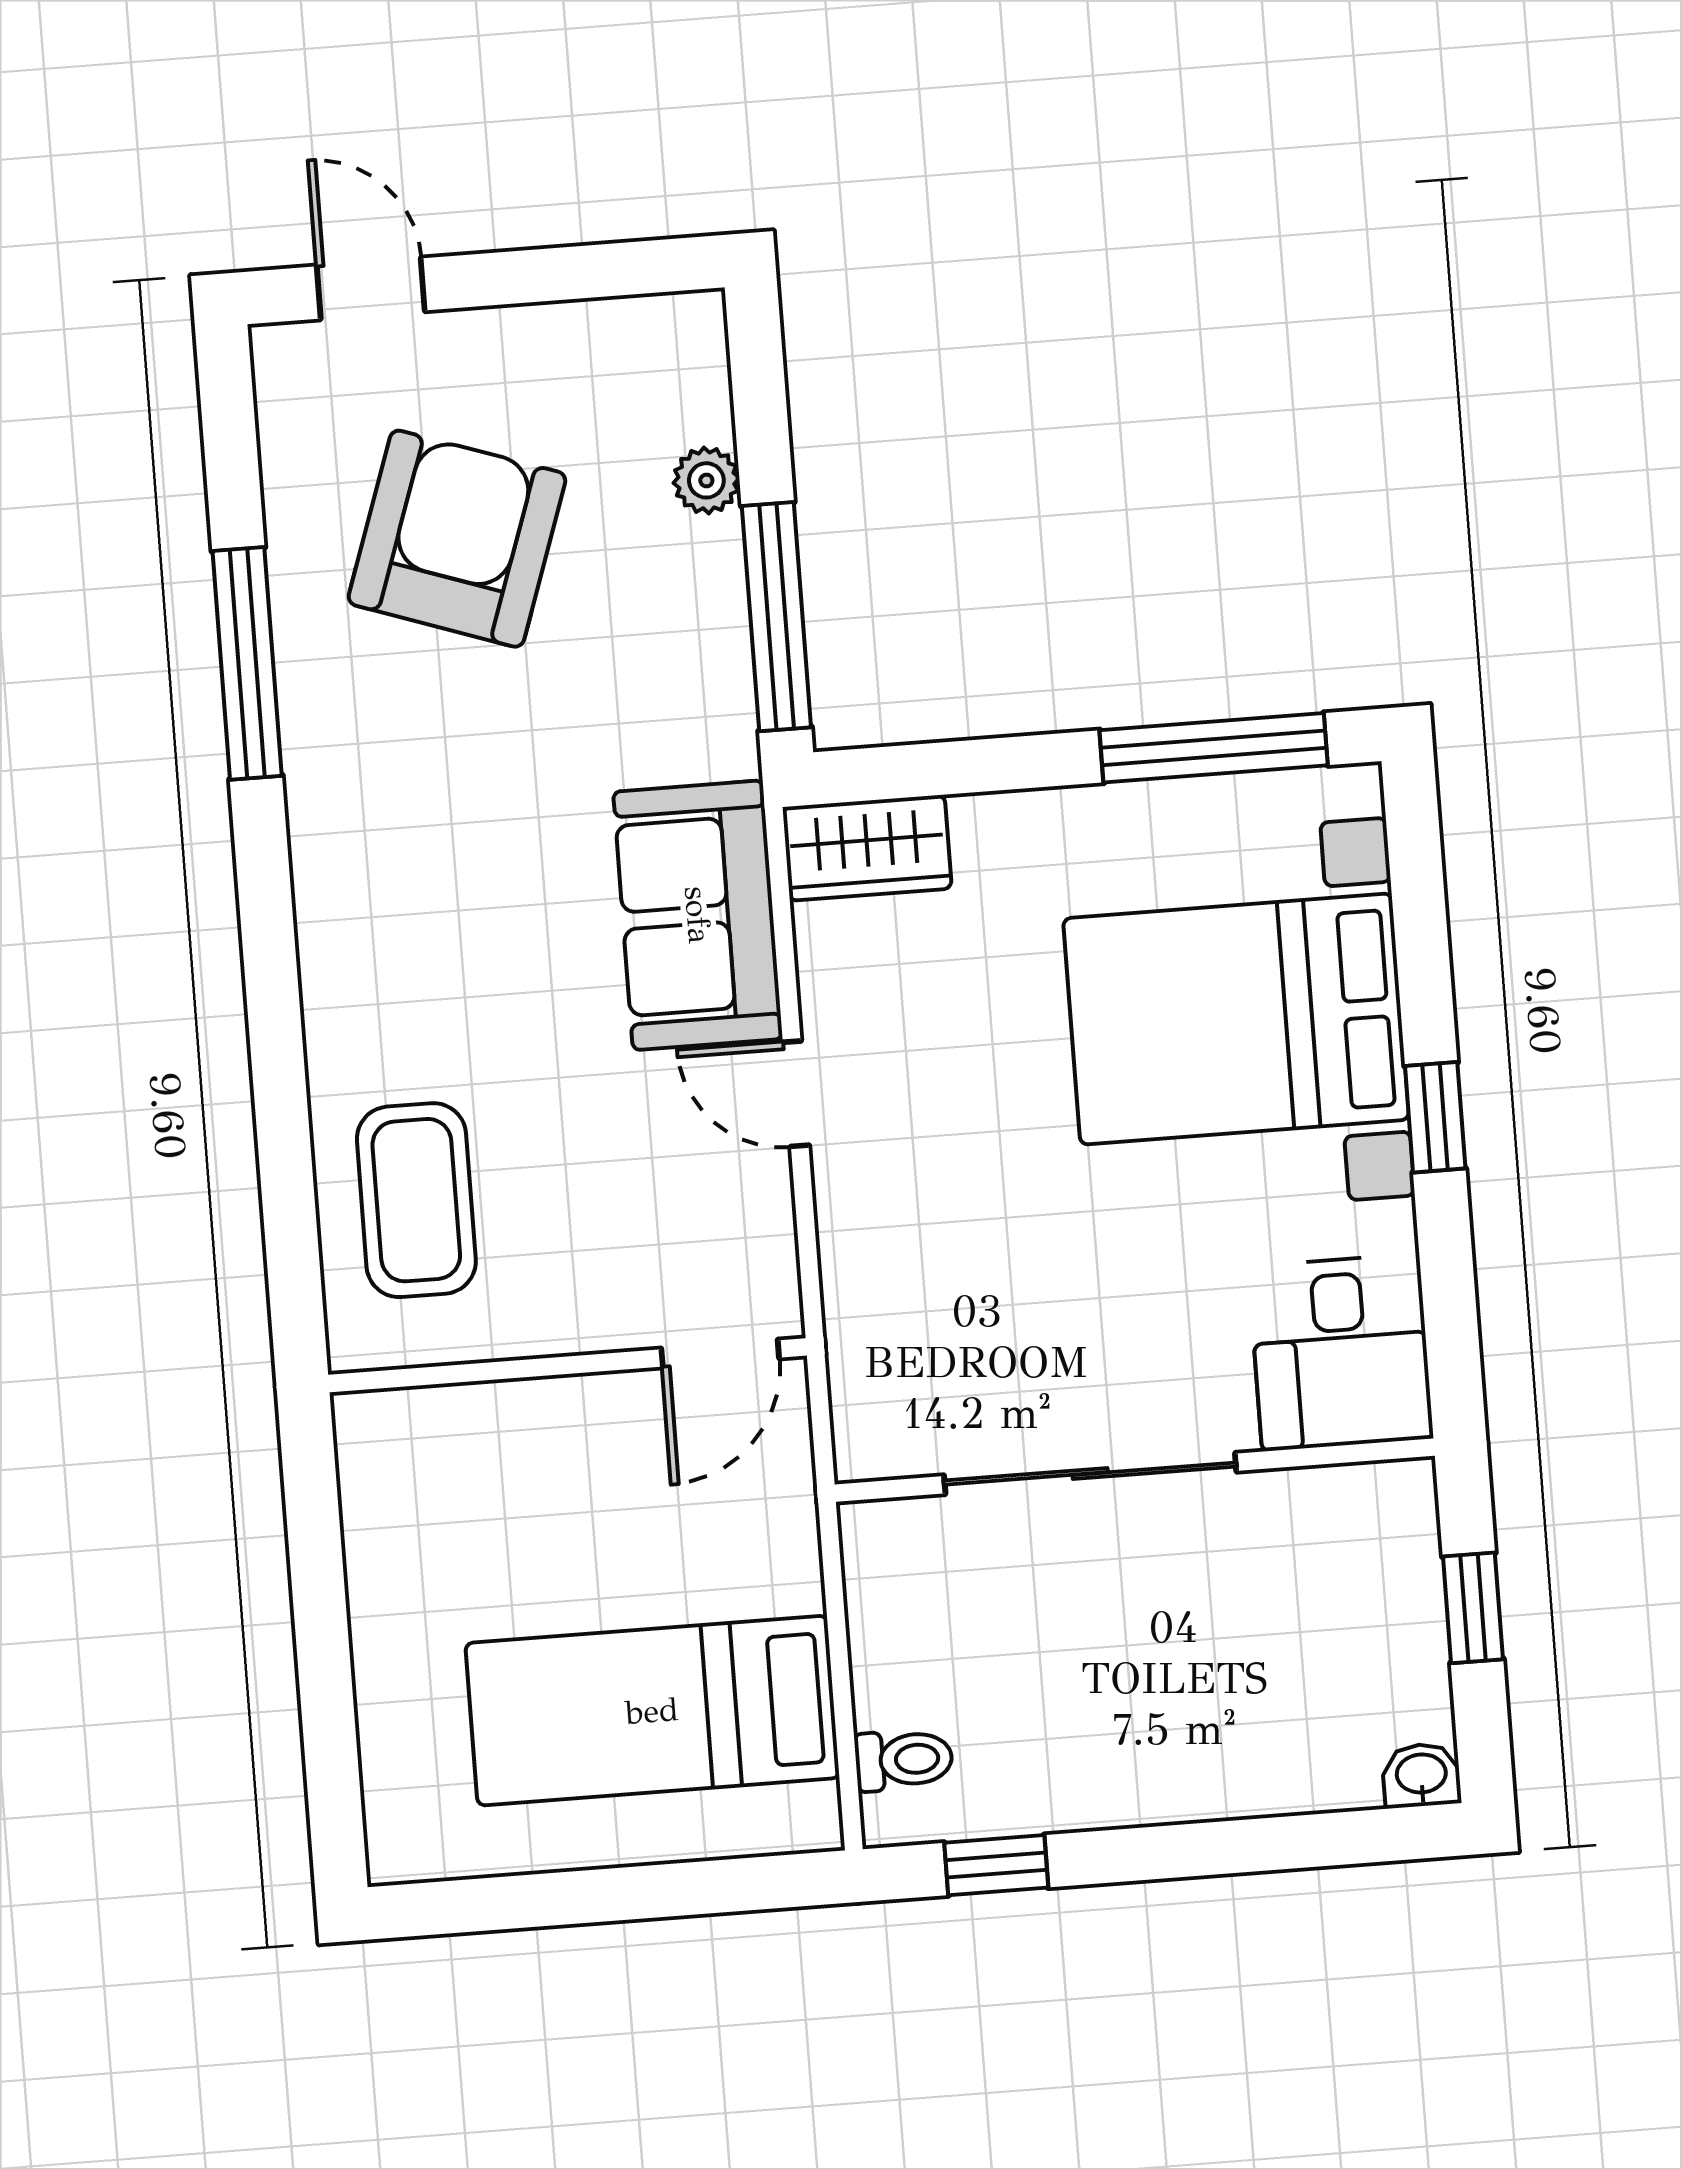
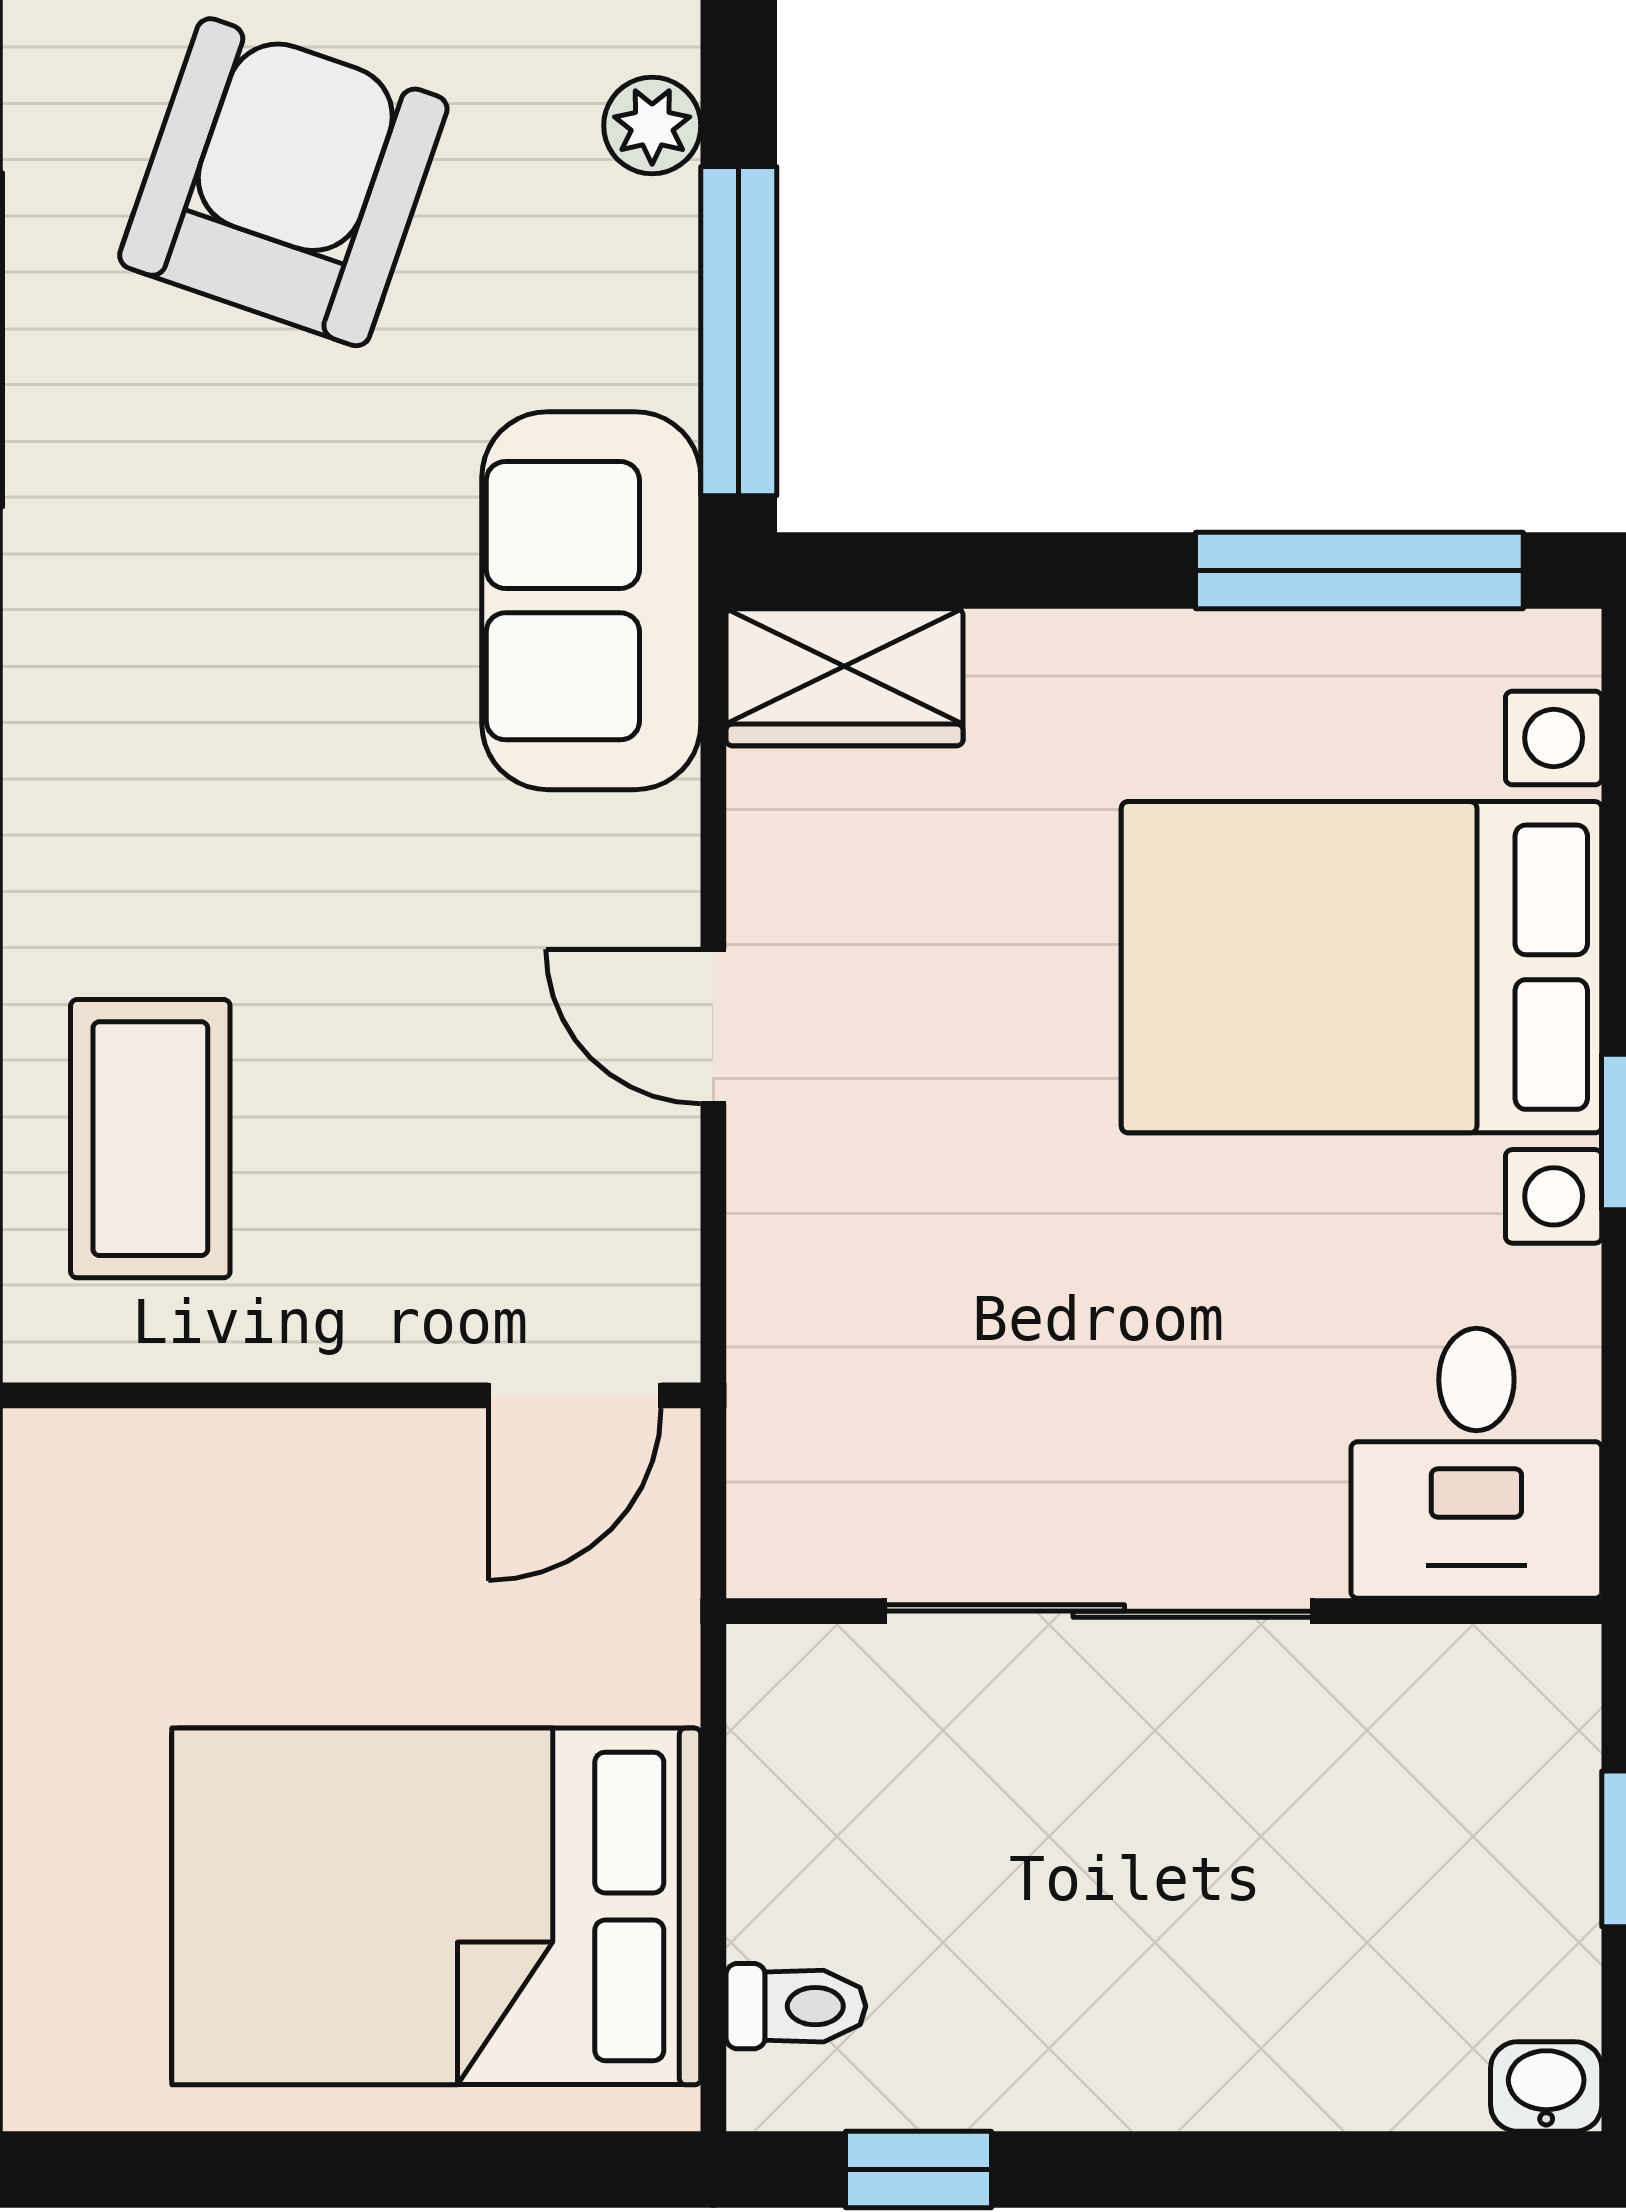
sofa: (698, 915) -> (591, 601), moved
bed: (652, 1711) -> (436, 1906), width x1.50

